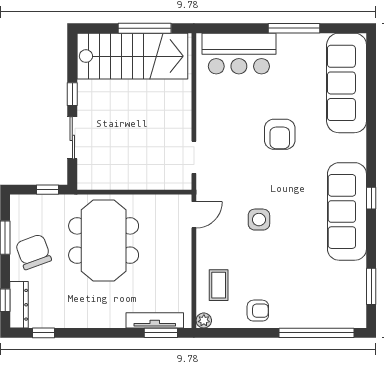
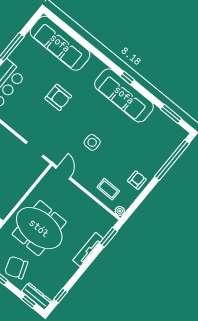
tv unit: (155, 320) -> (88, 249), moved

